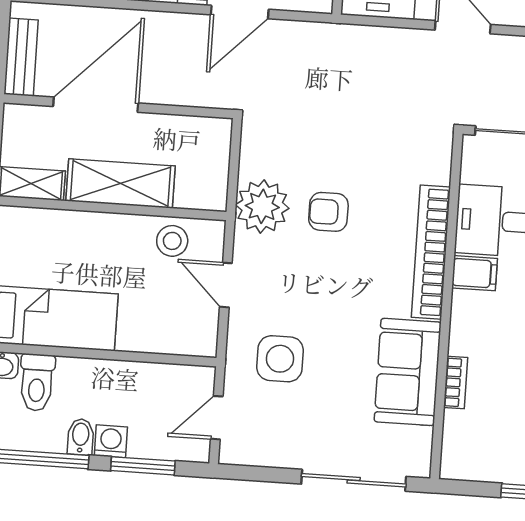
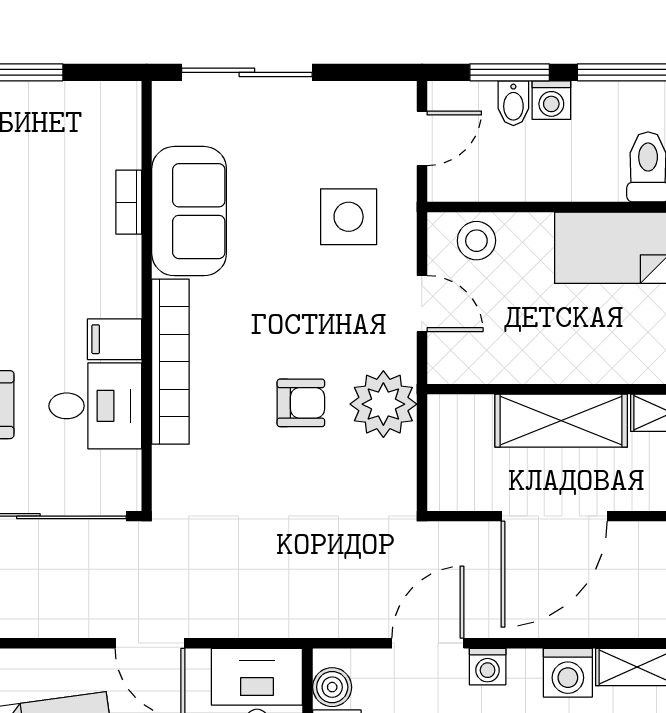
door: (96, 105) -> (554, 516), moved
stool: (172, 241) -> (476, 241), moved
bidet: (81, 437) -> (513, 103), moved

